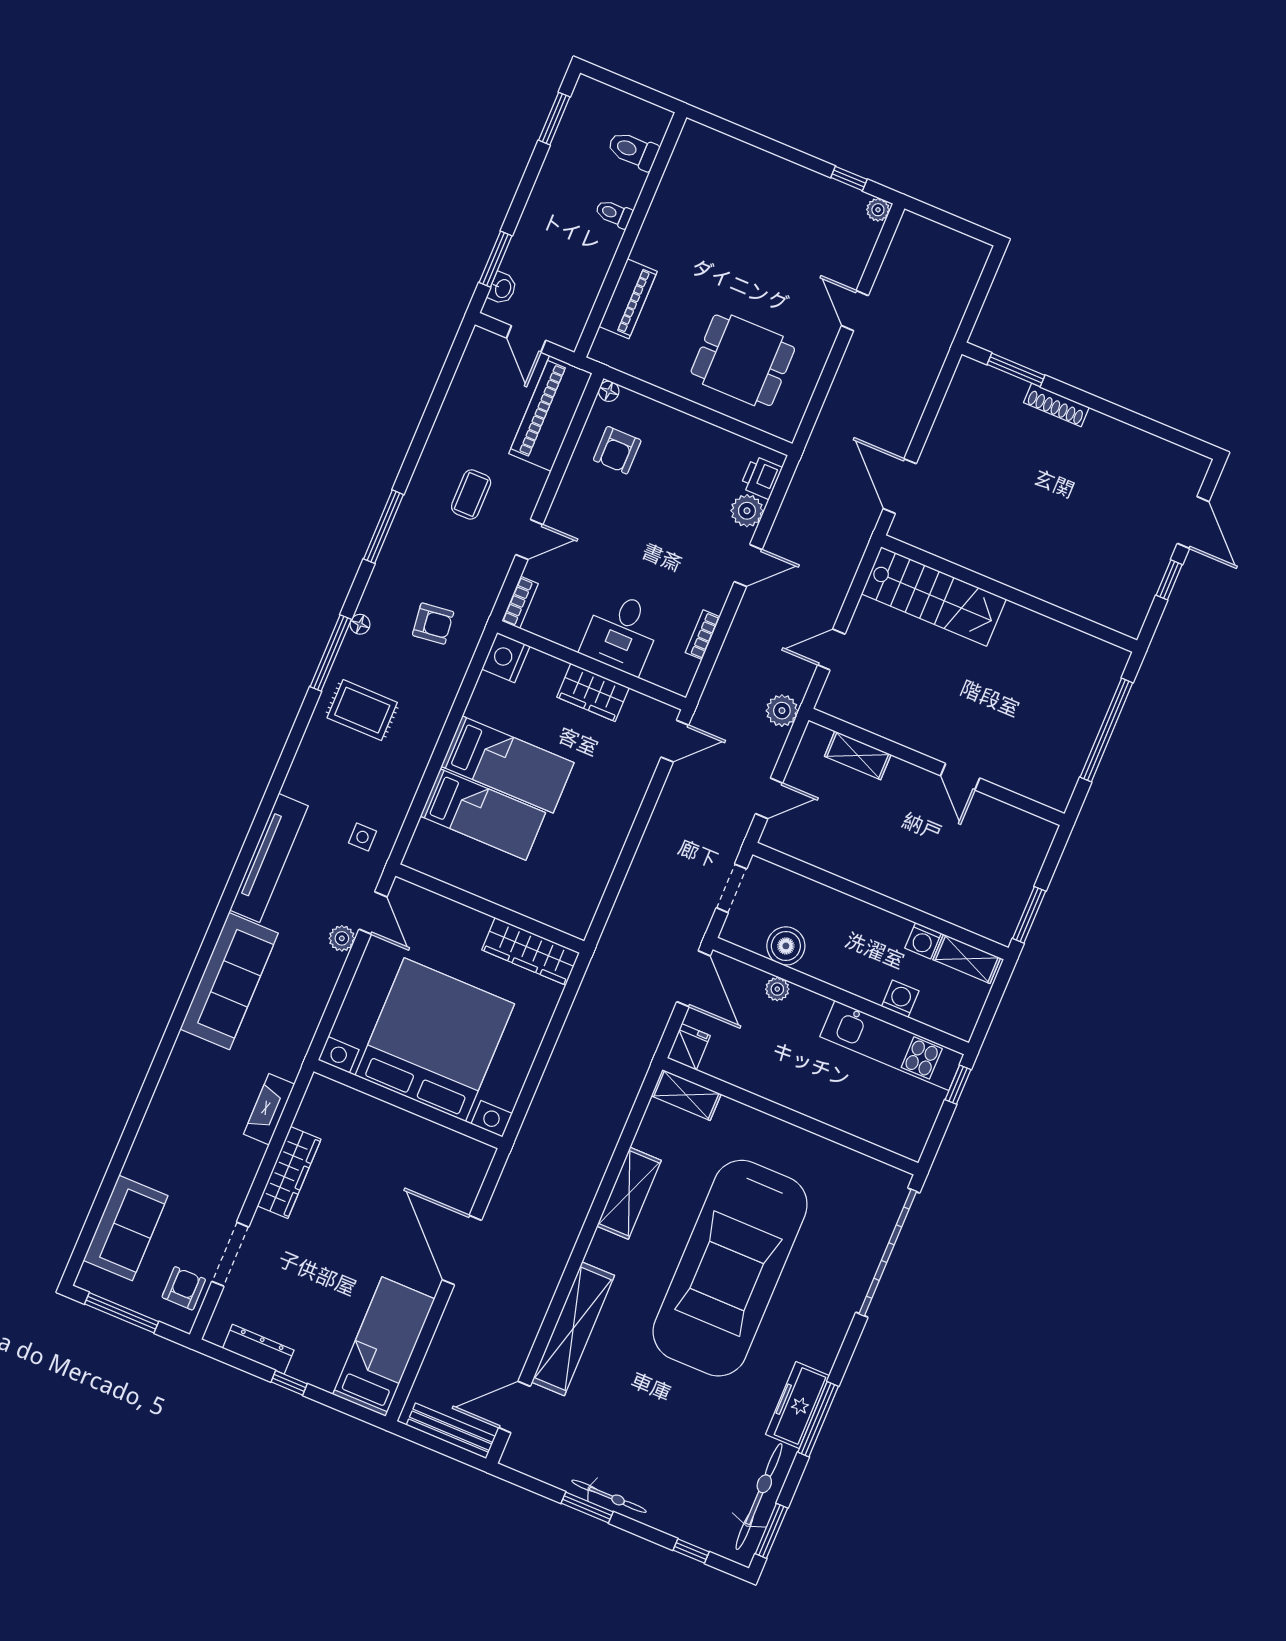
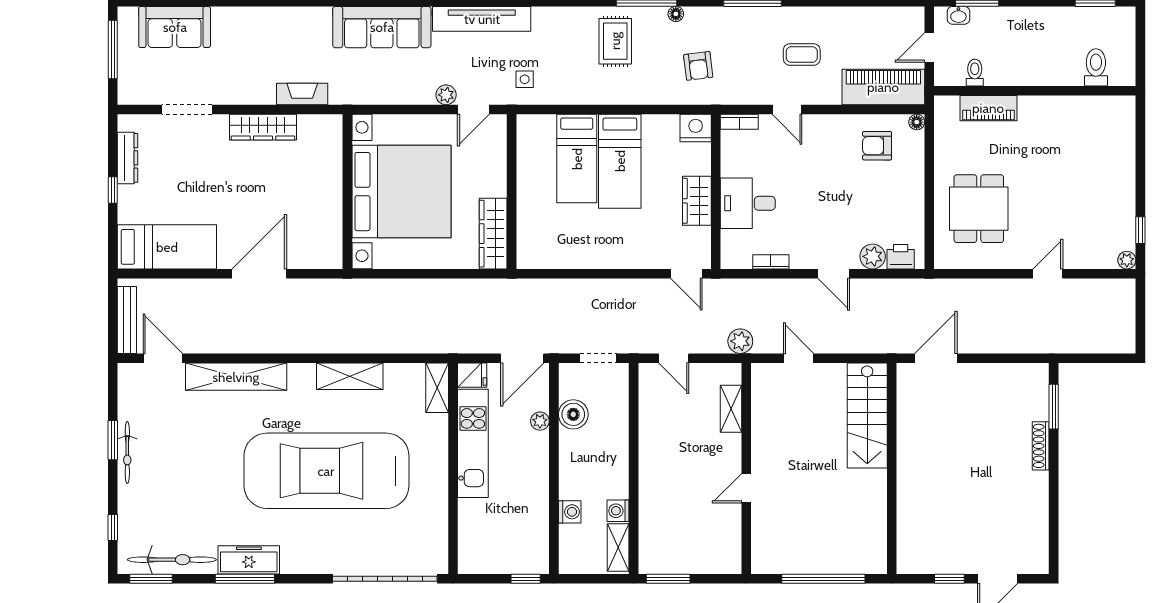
toilet: (614, 214) -> (975, 73), moved
kitchen unit: (892, 1046) -> (473, 443), moved, turned 180
armchair: (184, 1288) -> (149, 86), removed

